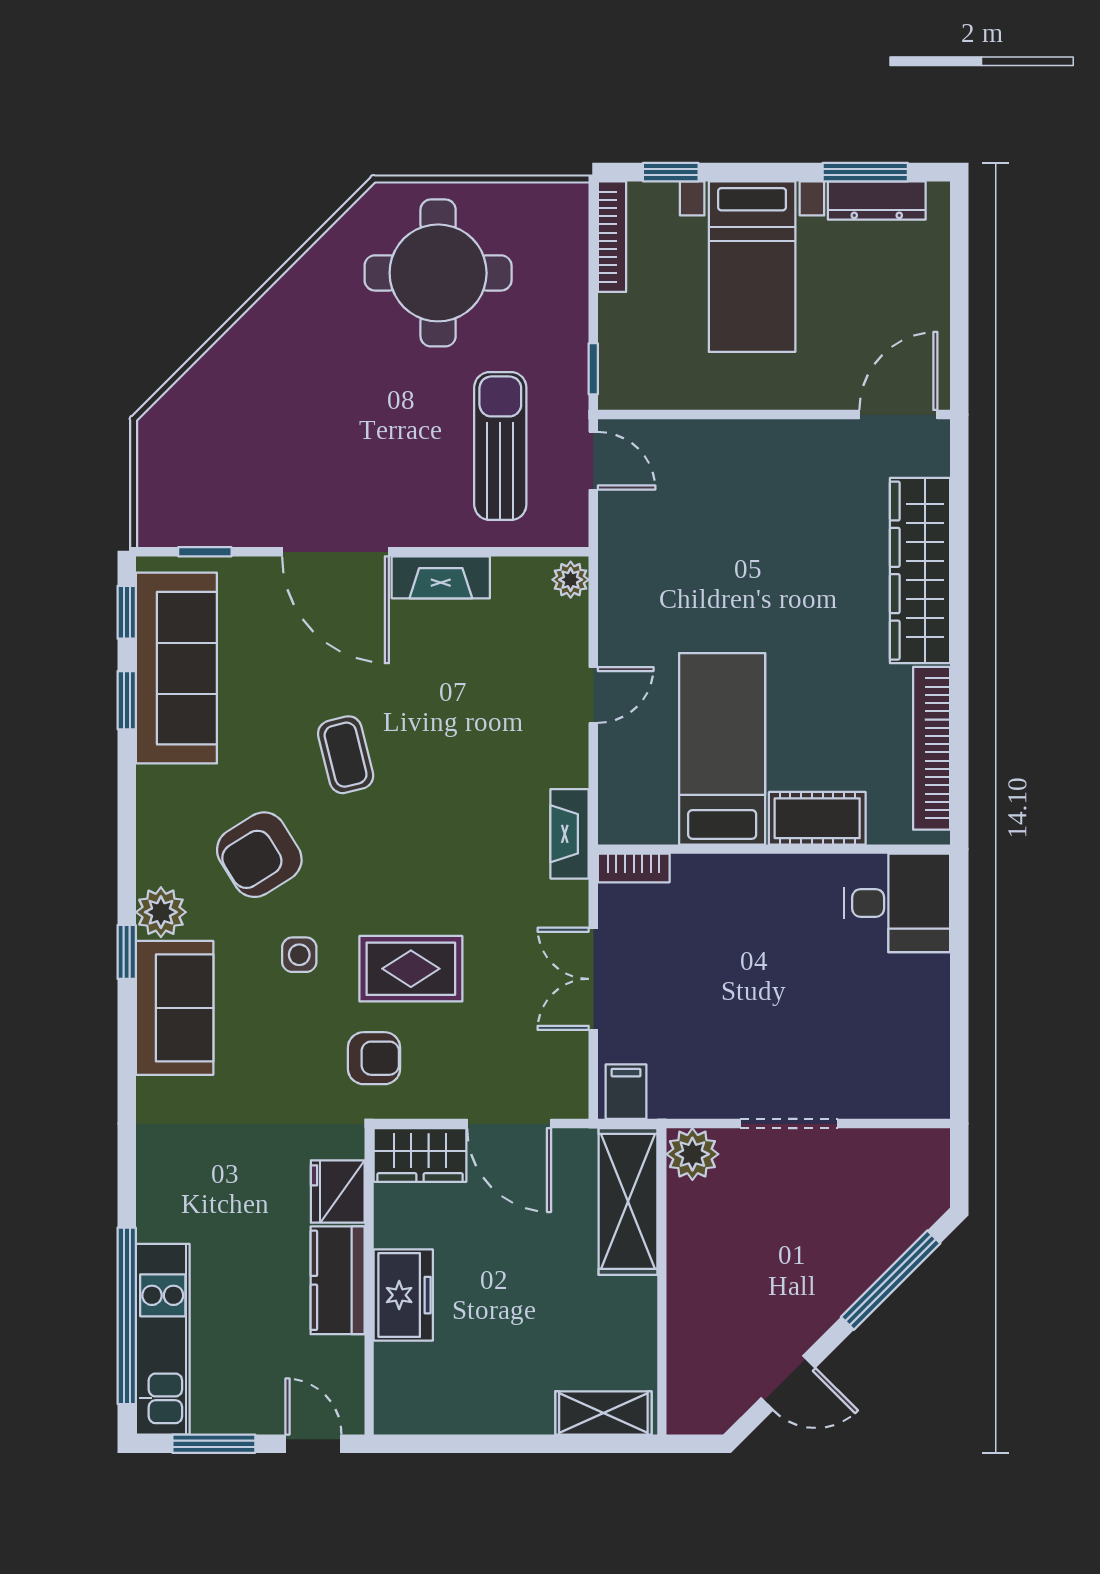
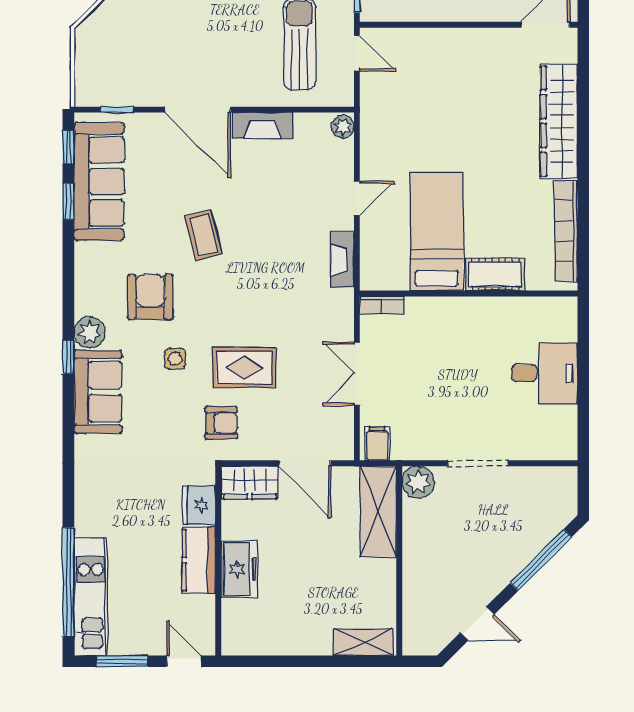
fireplace: (570, 834) -> (342, 260), moved
armchair: (259, 855) -> (150, 297), turned 122
desk: (897, 903) -> (545, 373), moved

